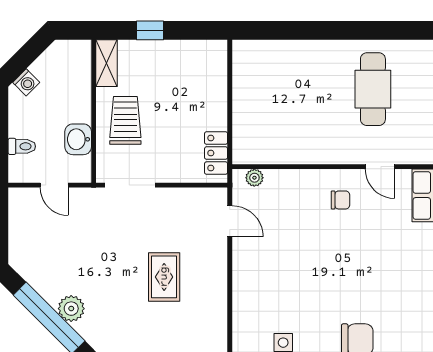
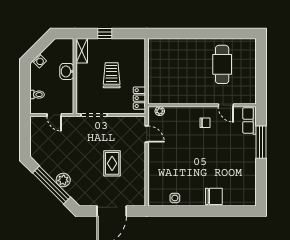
trolley: (125, 120) -> (112, 75), moved
washbasin: (78, 139) -> (67, 71), moved

